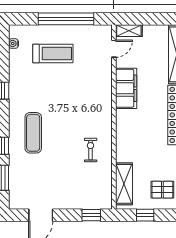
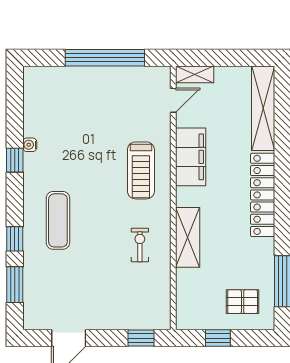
water cooler: (13, 44) -> (30, 145), moved
treadmill: (53, 54) -> (141, 170), moved, turned 90
shelving: (124, 184) -> (188, 237), moved

